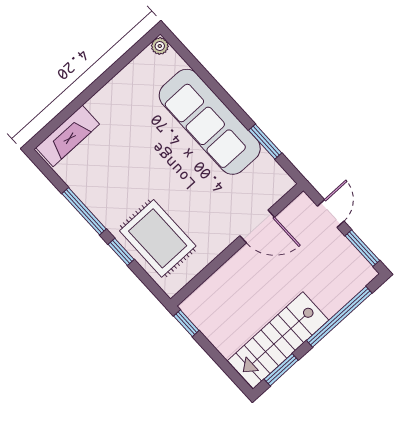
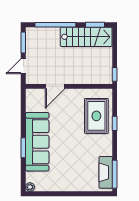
fireplace: (68, 136) -> (106, 172), moved, turned -90
window: (265, 142) -> (23, 148), moved
window: (84, 211) -> (115, 174), moved
door: (257, 226) -> (55, 86), swing flipped

